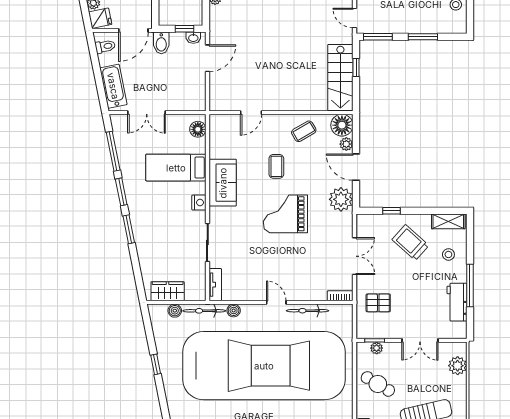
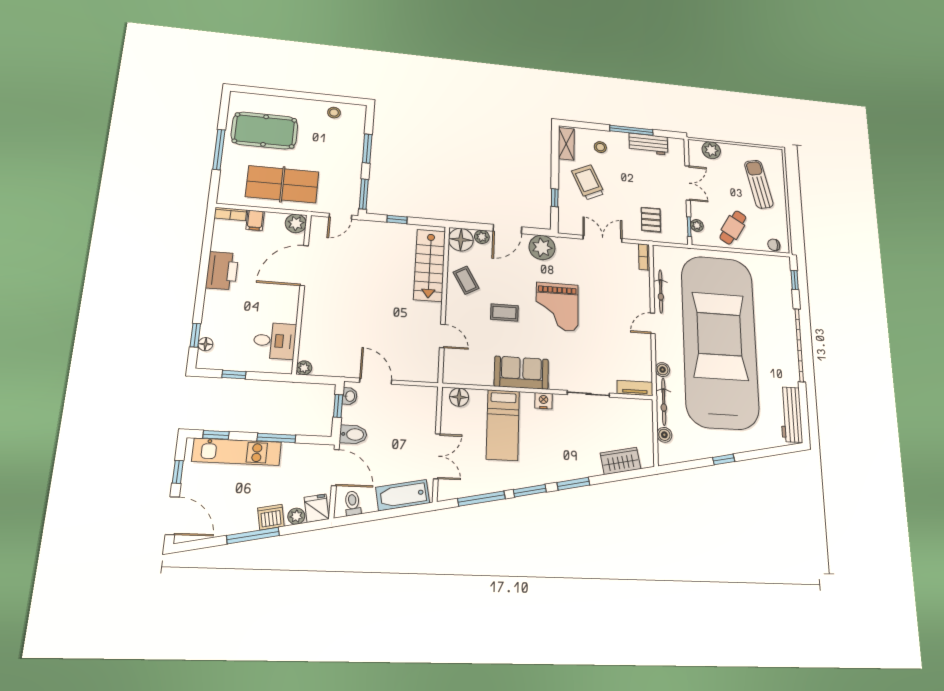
stairs: (340, 77) -> (430, 265), moved, turned 90
trolley: (410, 242) -> (588, 182), turned 113
wardrobe: (168, 291) -> (621, 461), moved, turned 79

